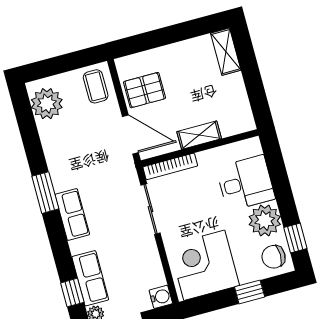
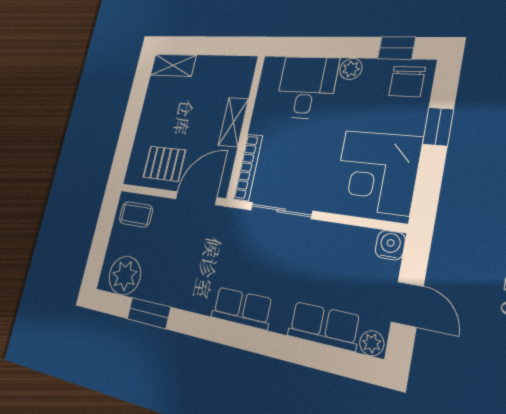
pallet: (144, 90) -> (164, 164), turned 90
window: (45, 193) -> (149, 313), moved
plant: (265, 221) -> (351, 69), width x0.53, depth x0.53
window: (72, 293) -> (330, 359), removed

